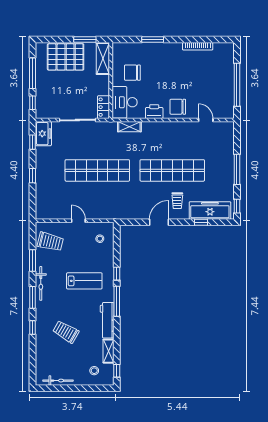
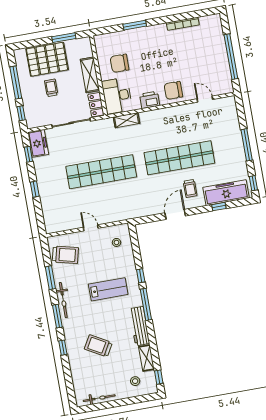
shelving: (103, 59) -> (90, 75), moved
trolley: (65, 84) -> (51, 88), added

